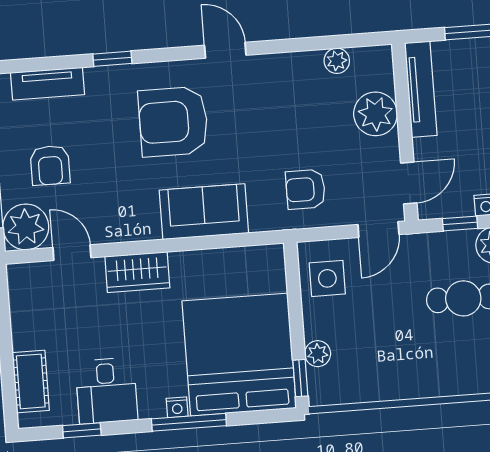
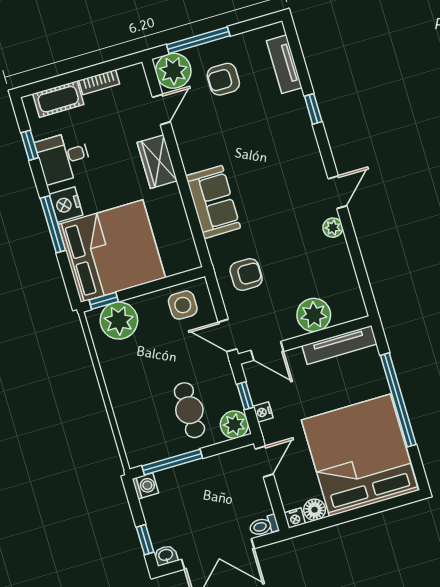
plant: (337, 61) -> (333, 228), moved
armchair: (173, 122) -> (276, 165), removed
armchair: (306, 189) -> (246, 275), turned 90
bookcase: (20, 325) -> (99, 82), added
plant: (318, 354) -> (119, 321), width x1.88, depth x1.88
nightstand: (177, 407) -> (66, 205), width x1.89, depth x1.79

